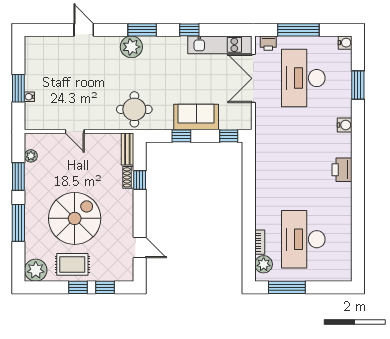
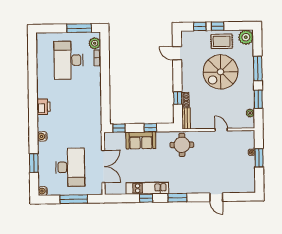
printer: (268, 43) -> (94, 190), removed
kitchen unit: (220, 45) -> (147, 188), moved
plant: (131, 47) -> (184, 186), removed
desk: (303, 239) -> (69, 60), turned 180

